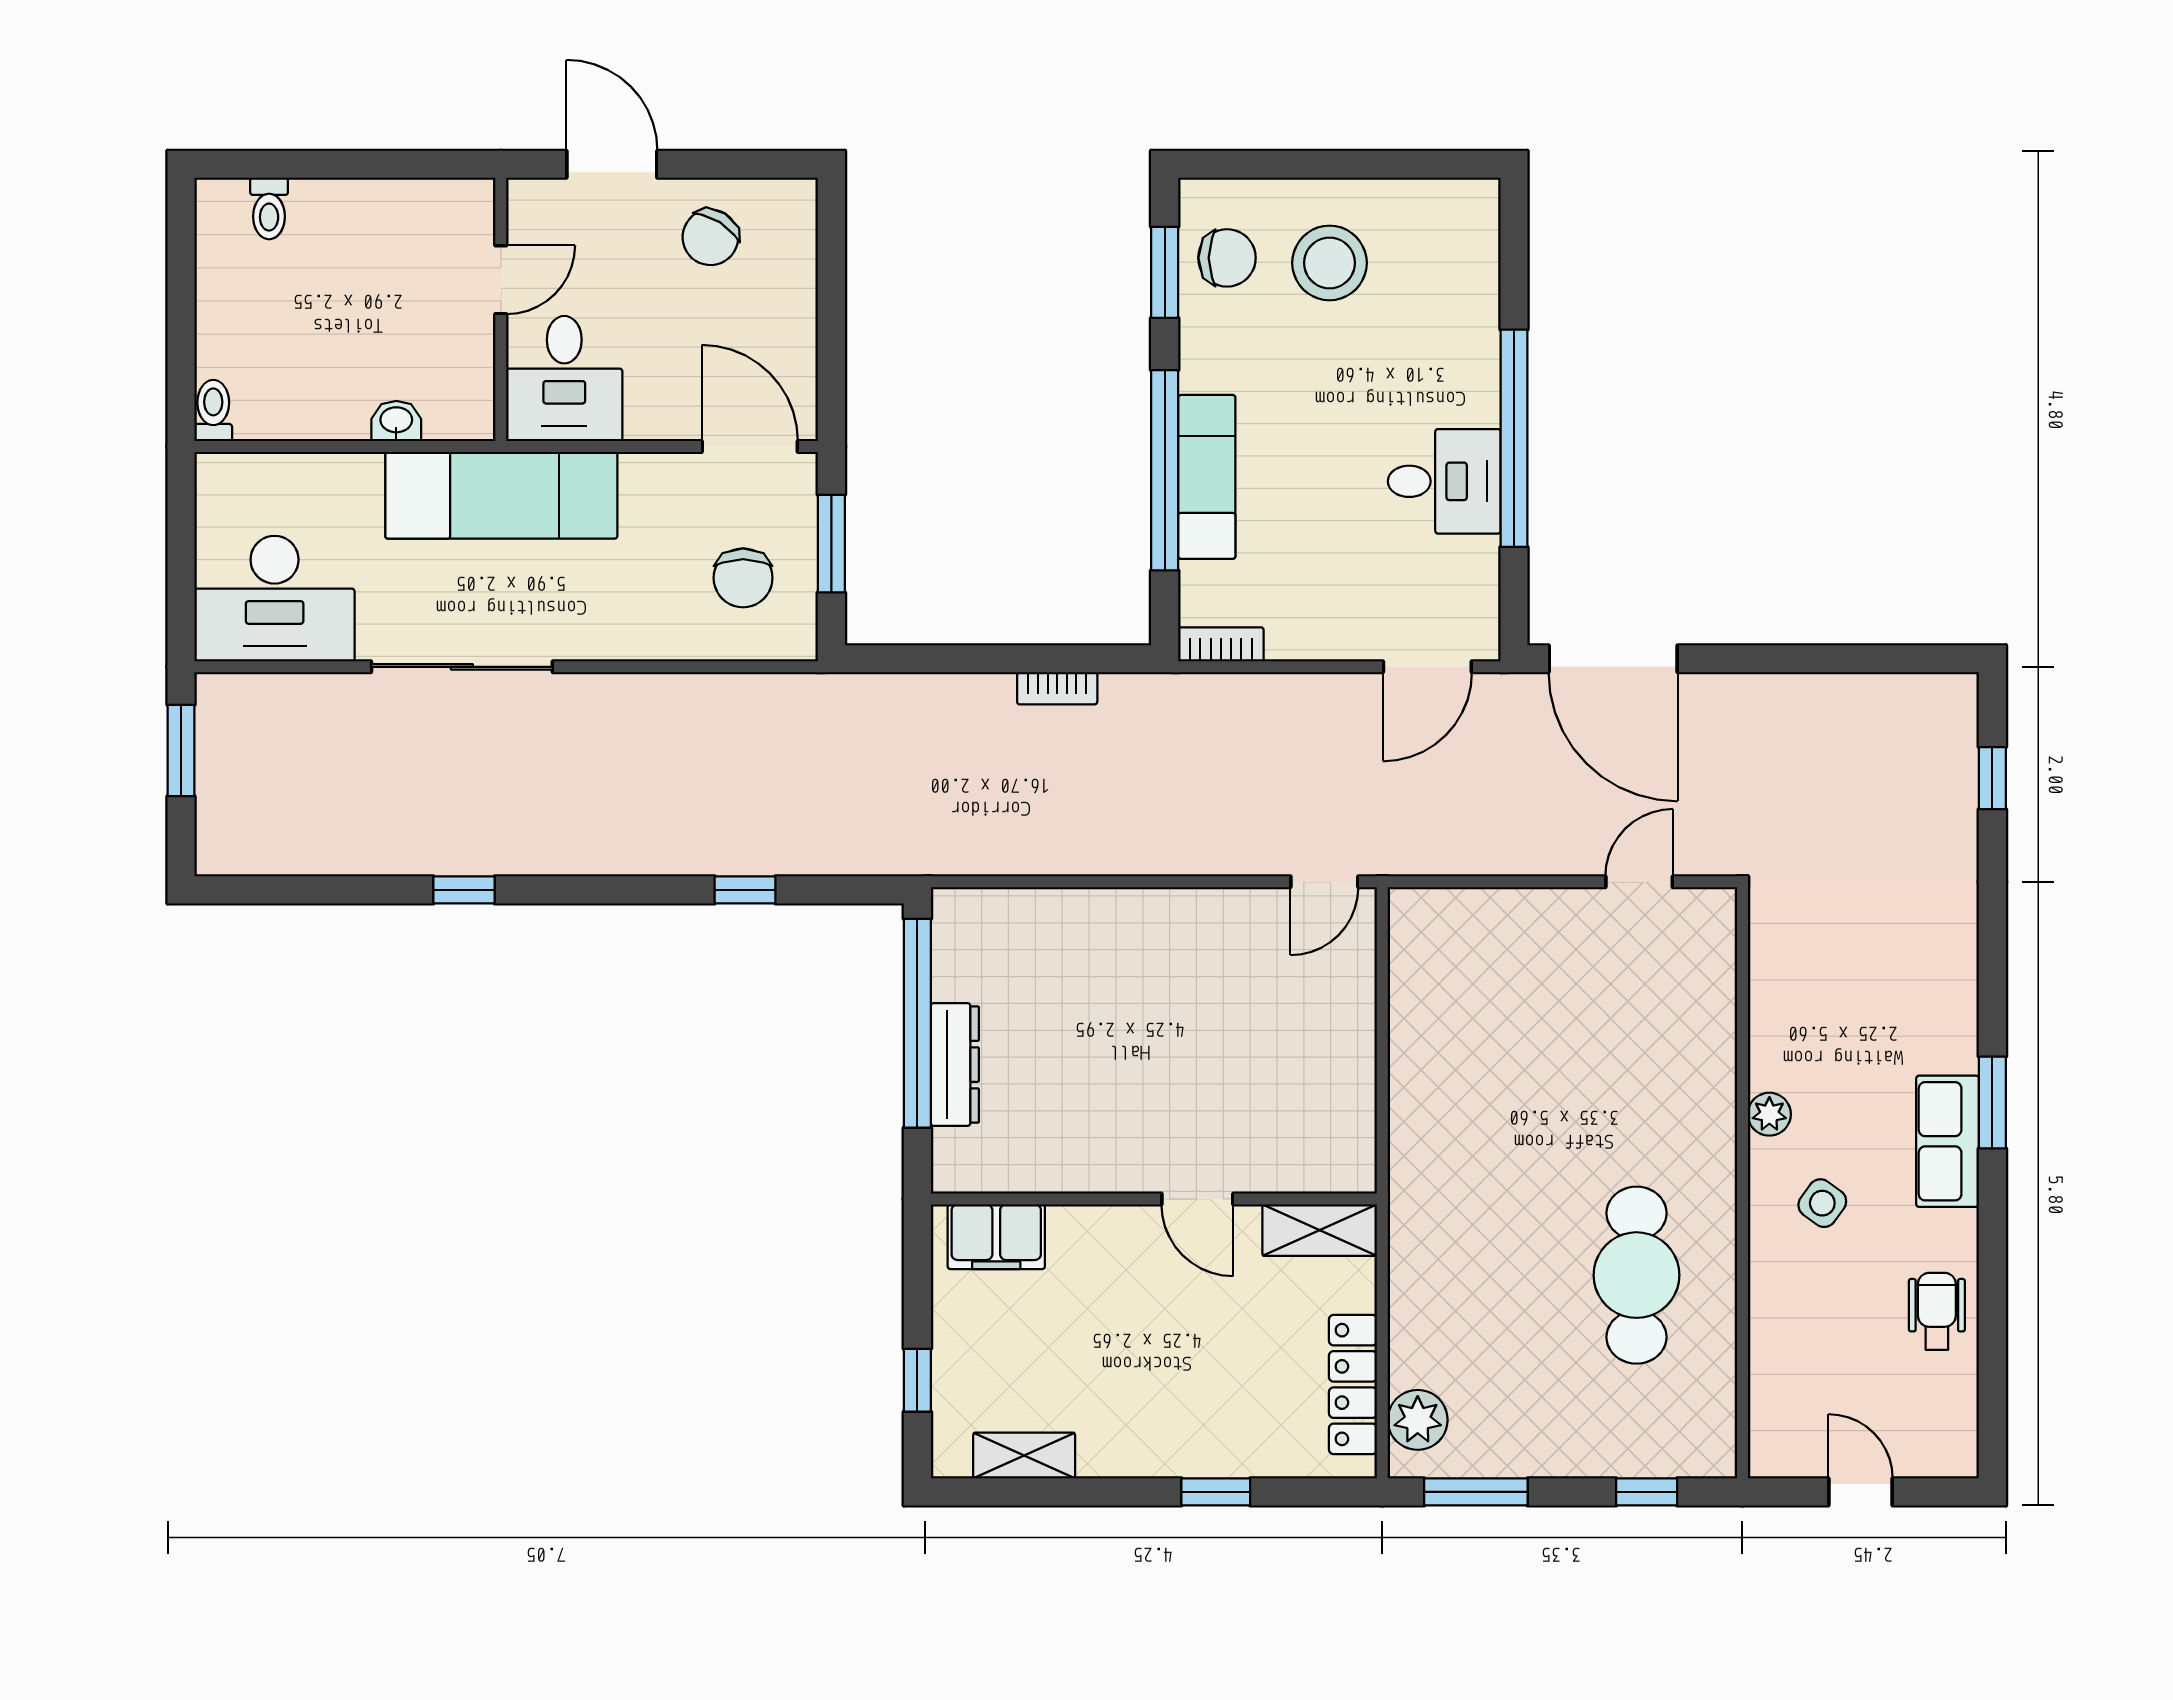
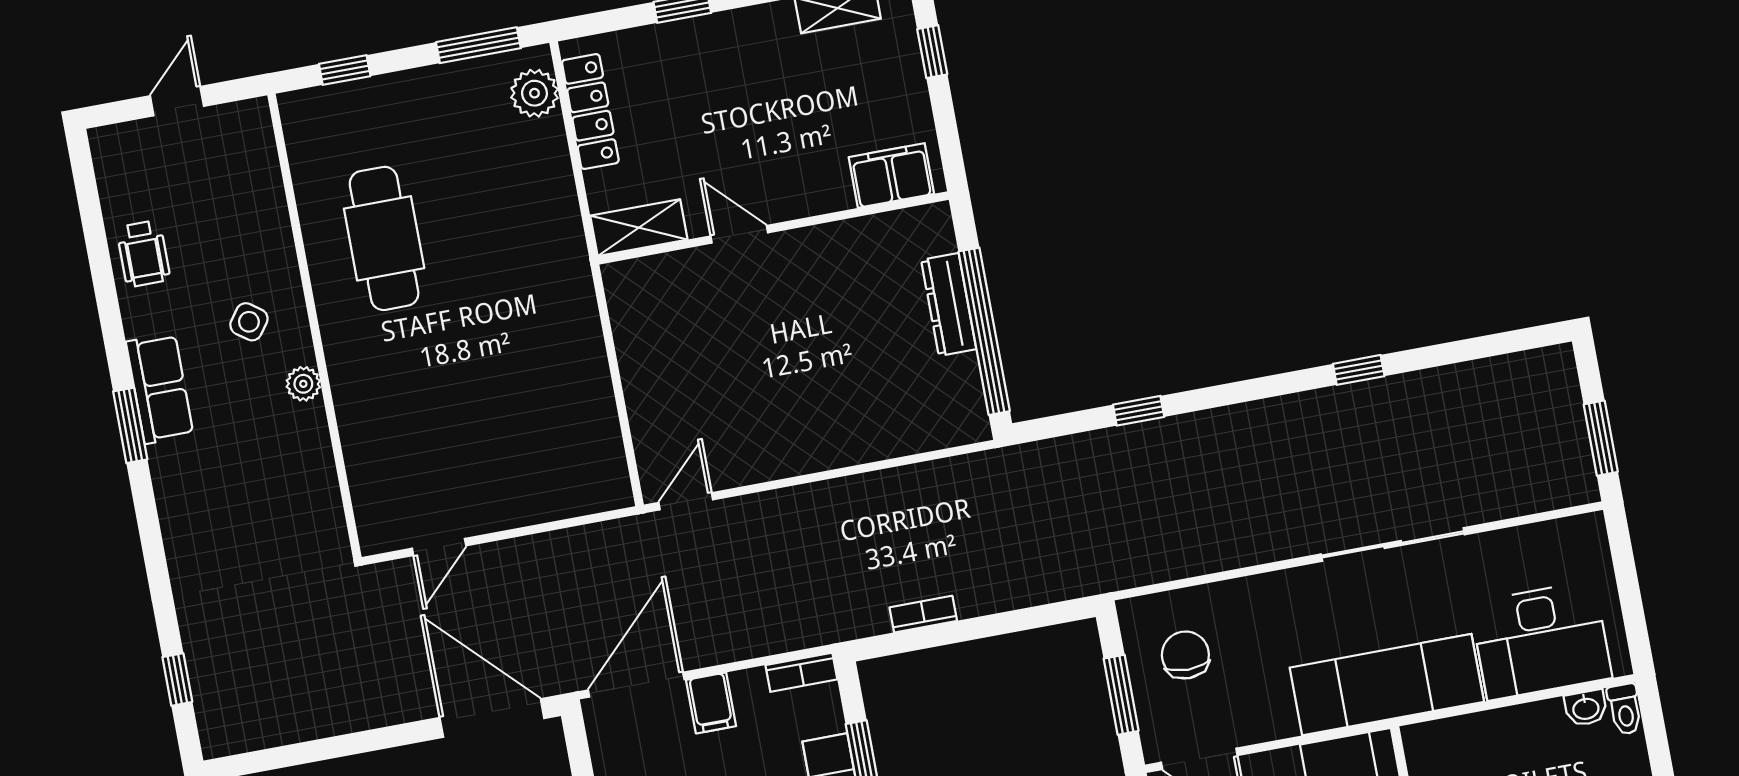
washbasin: (396, 421) -> (1586, 708), moved
desk: (275, 599) -> (1541, 640), moved, turned 180
filing cabinet: (1339, 627) -> (711, 703), added
door: (1427, 667) -> (636, 685), width x1.36
door: (1861, 1492) -> (177, 101), swing flipped

